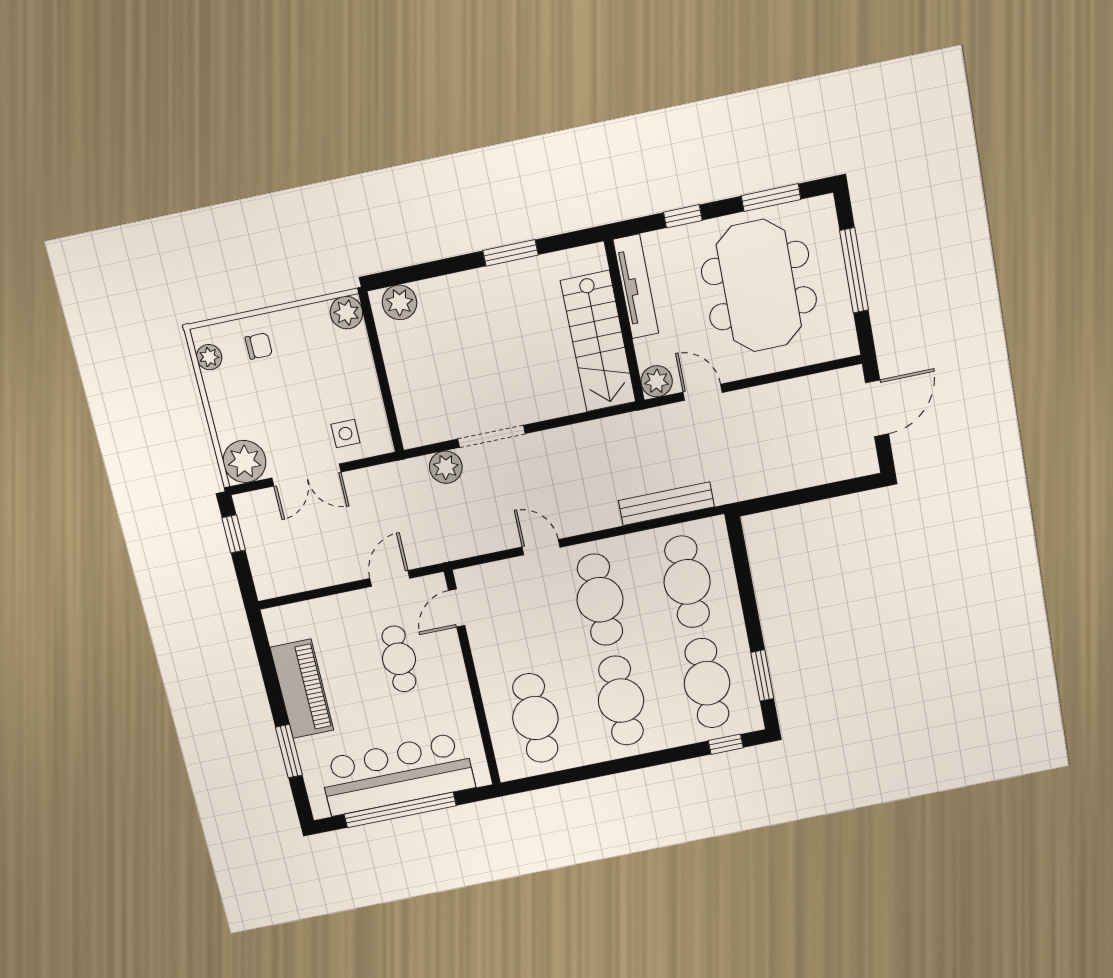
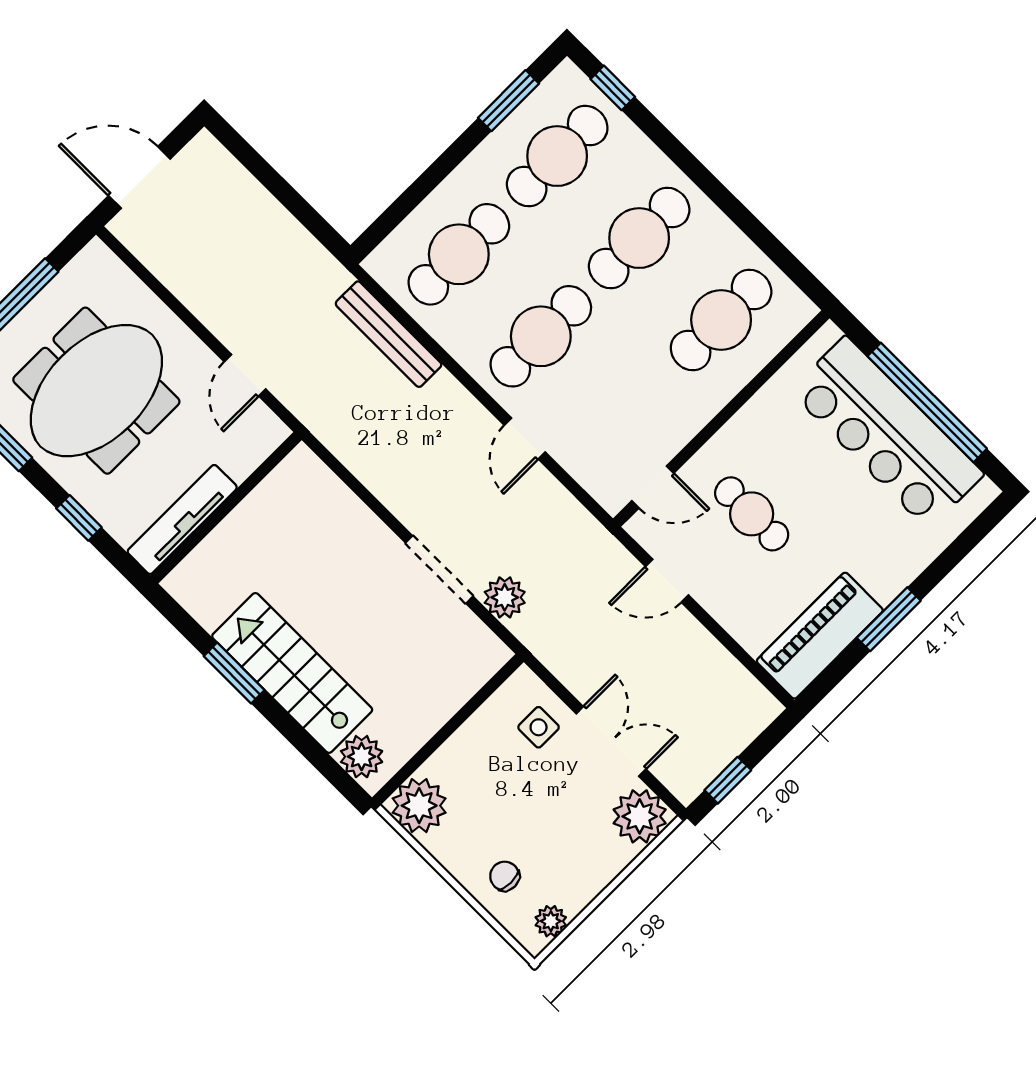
plant: (346, 313) -> (419, 806), width x1.36, depth x1.36
stairs: (598, 341) -> (292, 673), moved, turned -90
plant: (657, 381) -> (266, 432), removed
cafe table: (399, 659) -> (752, 514), turned 90
piano: (302, 689) -> (820, 636), moved
window: (289, 751) -> (889, 619), moved

